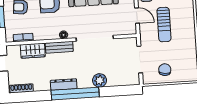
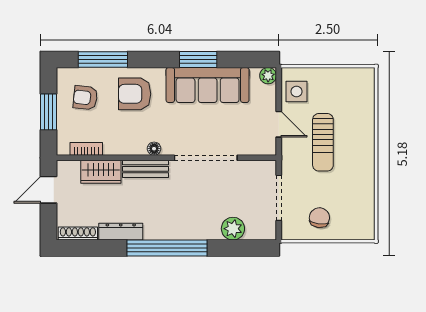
plant: (100, 80) -> (233, 229), moved
dresser: (64, 85) -> (121, 232), moved

